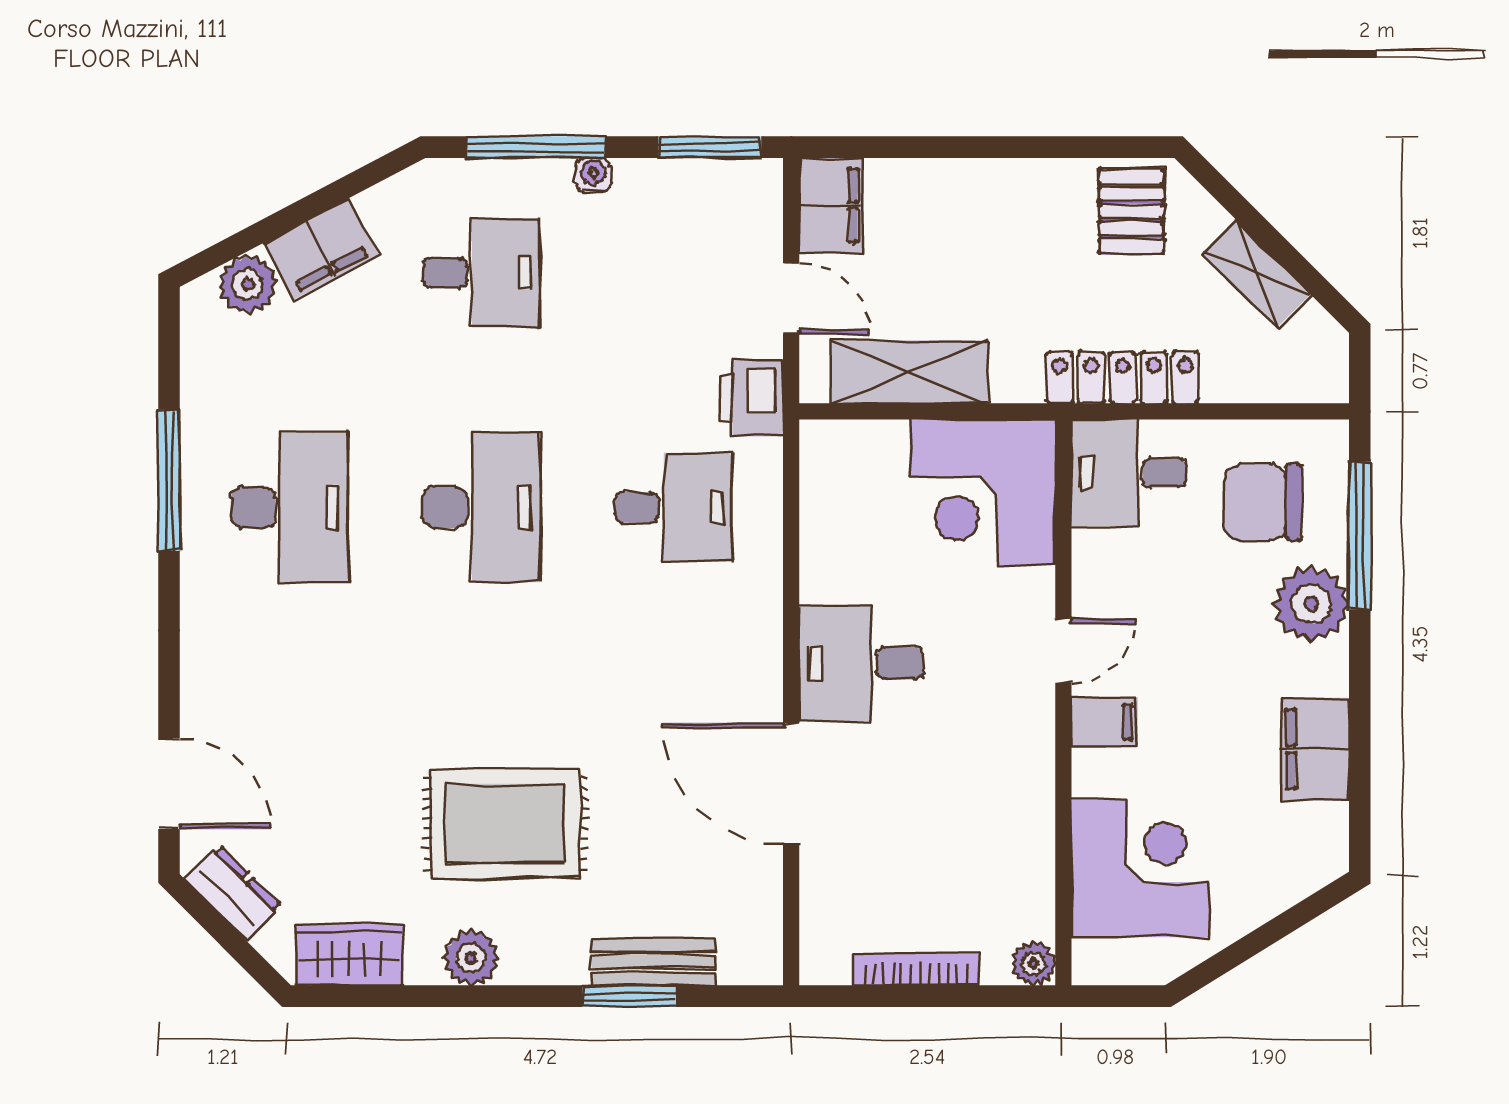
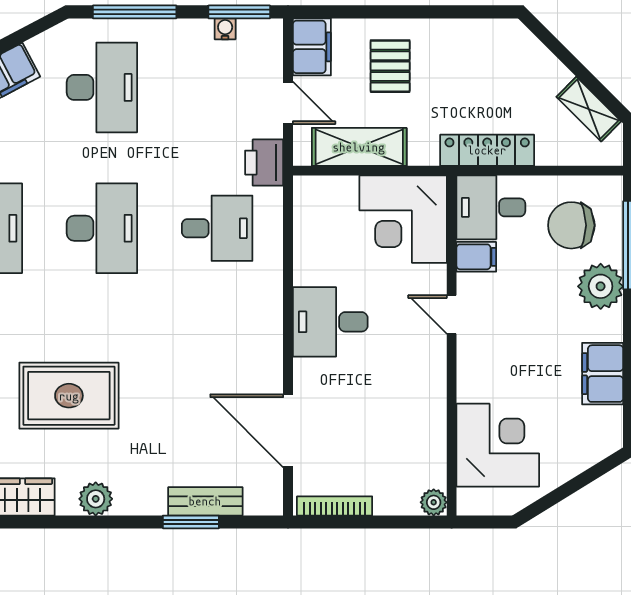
water cooler: (593, 175) -> (225, 29), moved
pallet: (1131, 211) -> (390, 66), moved
desk: (481, 273) -> (102, 87), width x1.37
shelving: (1256, 274) -> (589, 109), moved
door: (1063, 651) -> (452, 314), swing flipped
filing cabinet: (1104, 722) -> (476, 257), moved
door: (791, 784) -> (288, 431), moved
rug: (505, 823) -> (69, 396), moved
bookcase: (916, 969) -> (335, 506), moved

